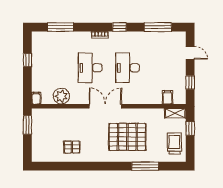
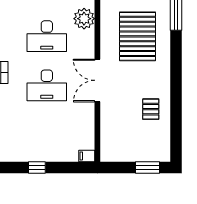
plant: (61, 96) -> (84, 19), moved
double door: (105, 106) -> (97, 80), moved
window: (27, 125) -> (148, 167), moved

